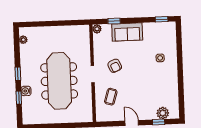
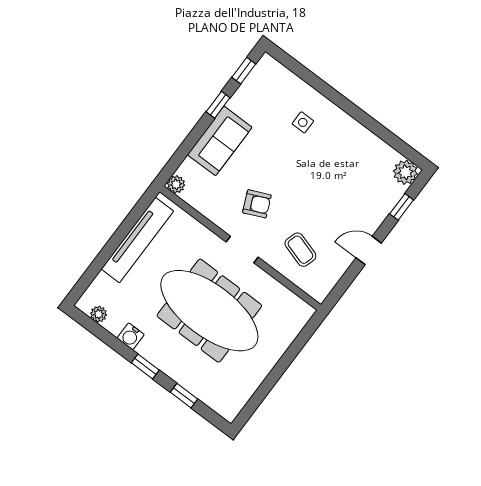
window: (114, 21) -> (218, 105), moved
tv unit: (64, 31) -> (137, 240), added
water cooler: (26, 91) -> (131, 336), moved
plant: (163, 113) -> (405, 172), moved

